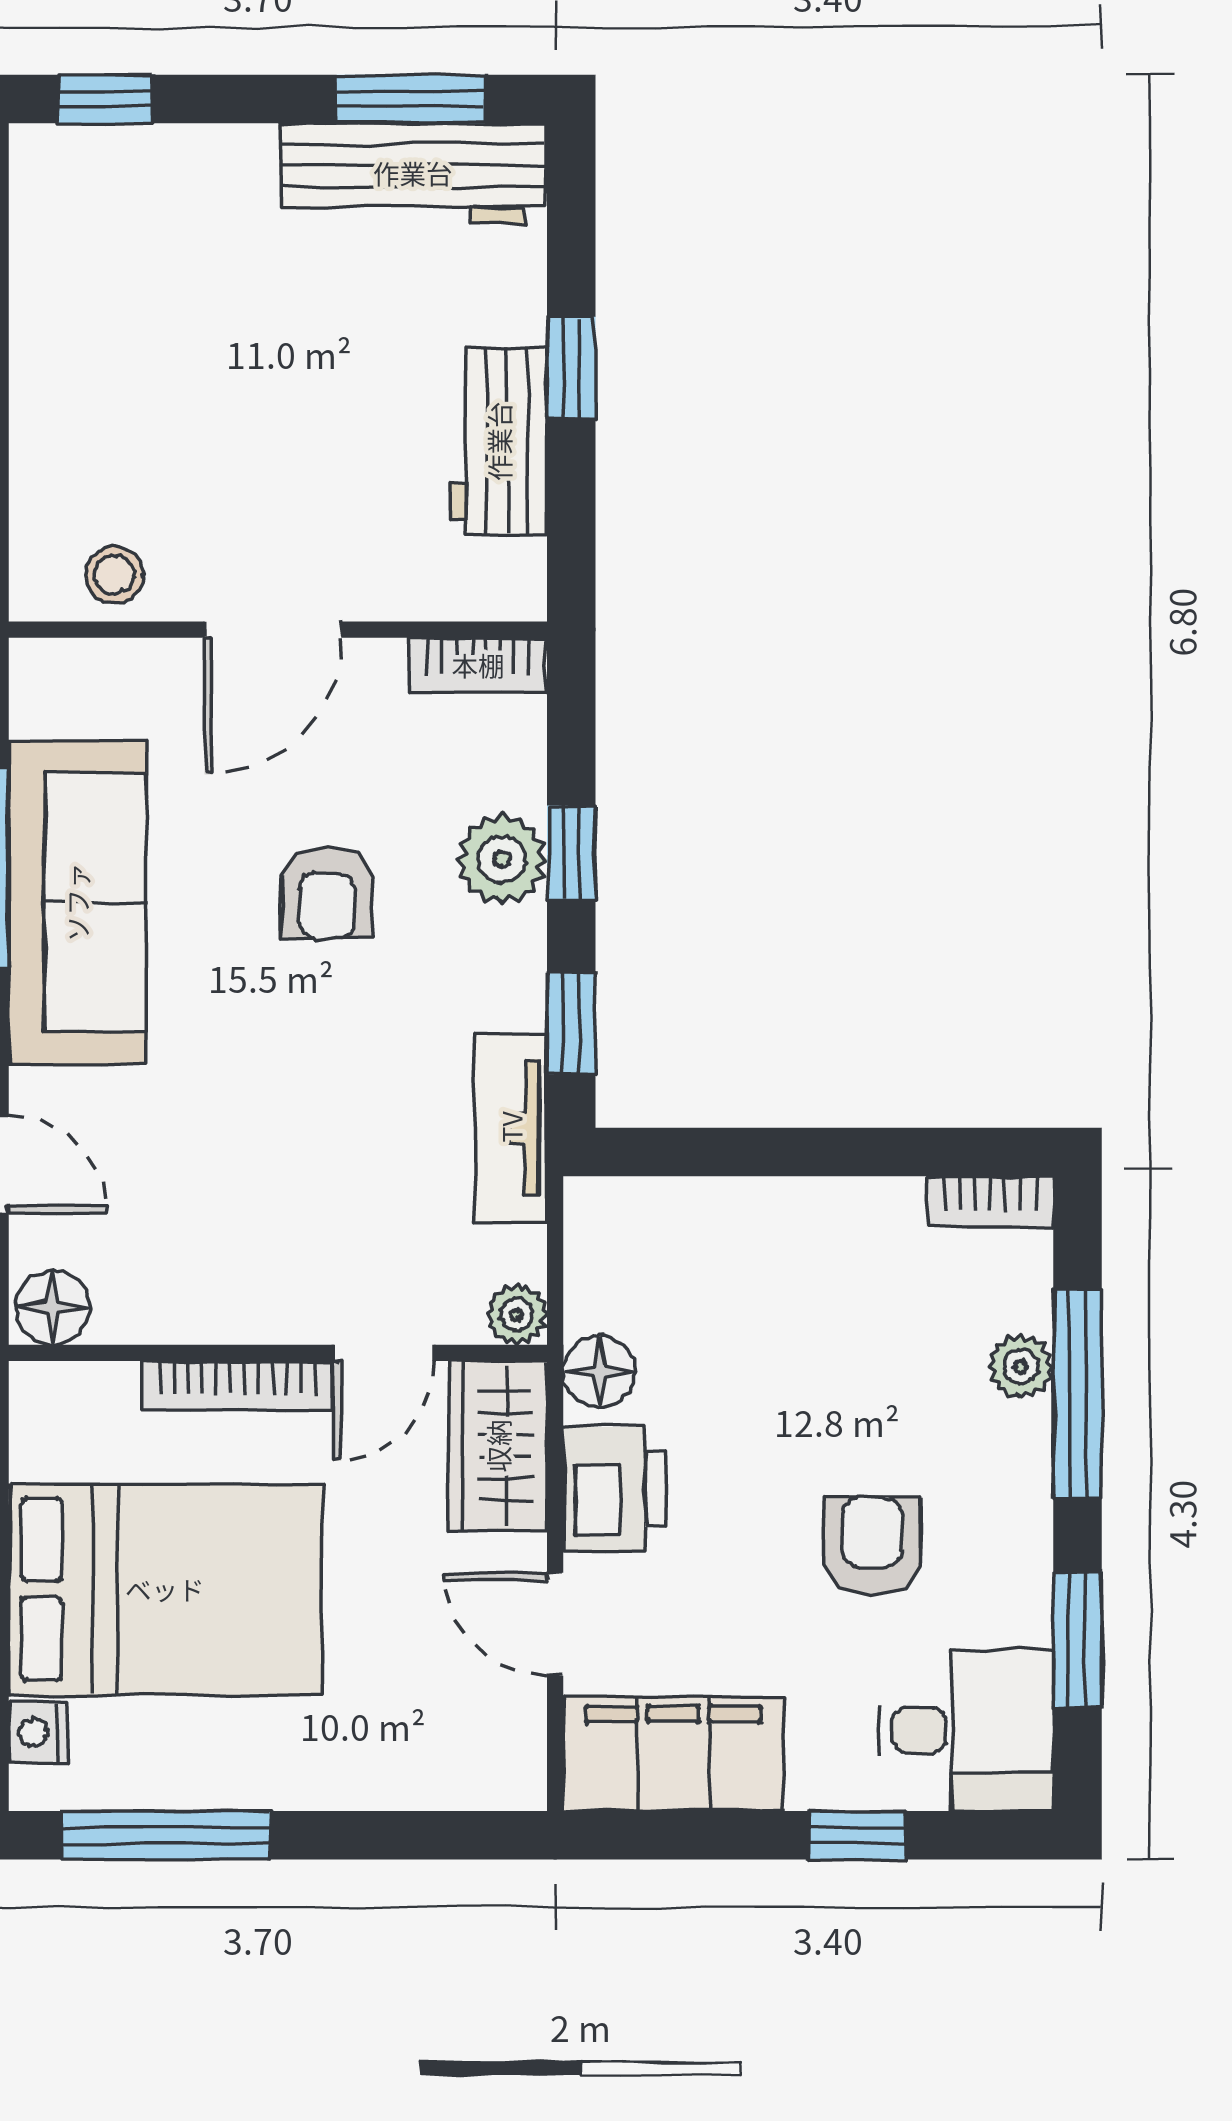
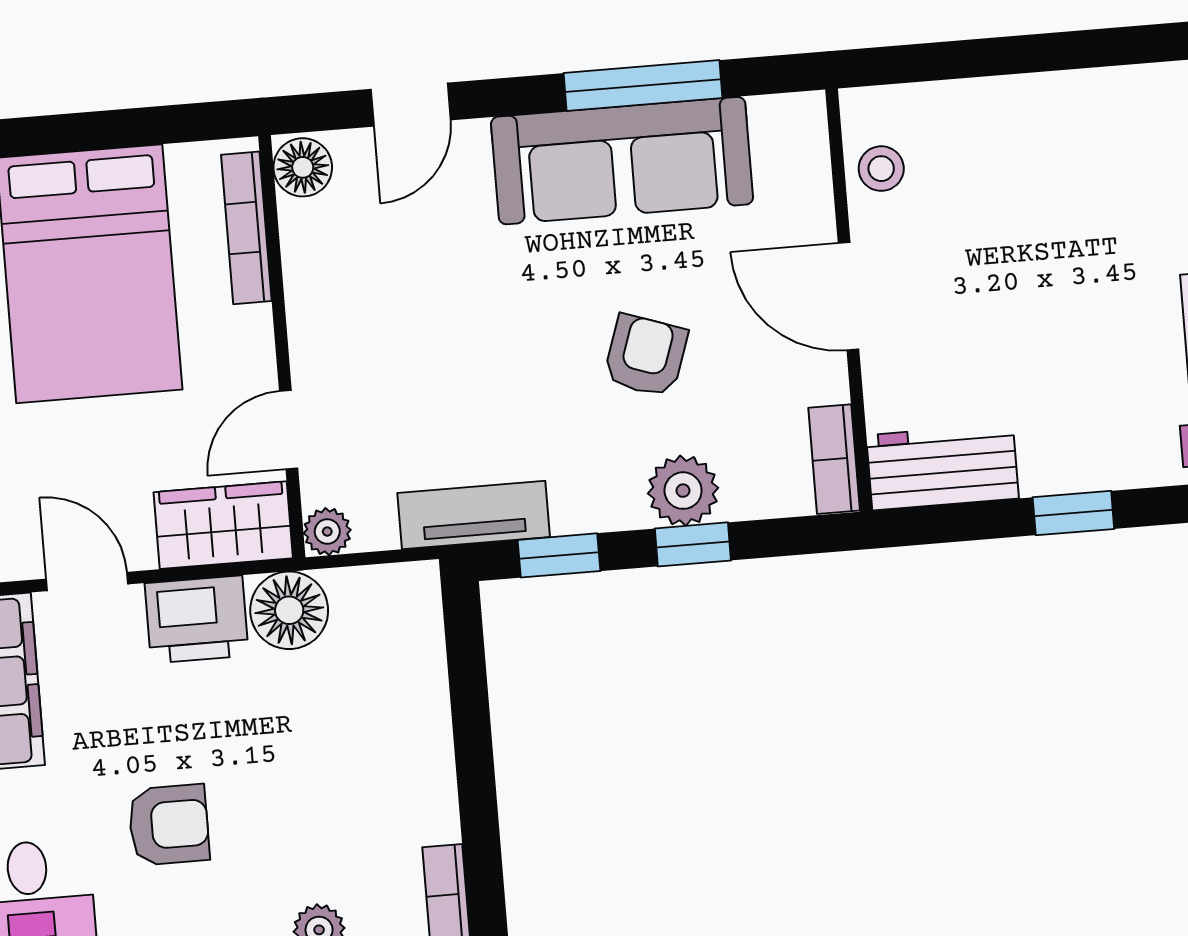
workbench: (499, 441) -> (943, 467), moved
armchair: (327, 893) -> (646, 356), turned 109
door: (384, 1353) -> (289, 430), hinge flipped
floor lamp: (599, 1371) -> (289, 610), width x1.38, depth x1.38
bookcase: (237, 1385) -> (246, 228), moved
door: (555, 1624) -> (87, 582), hinge flipped

